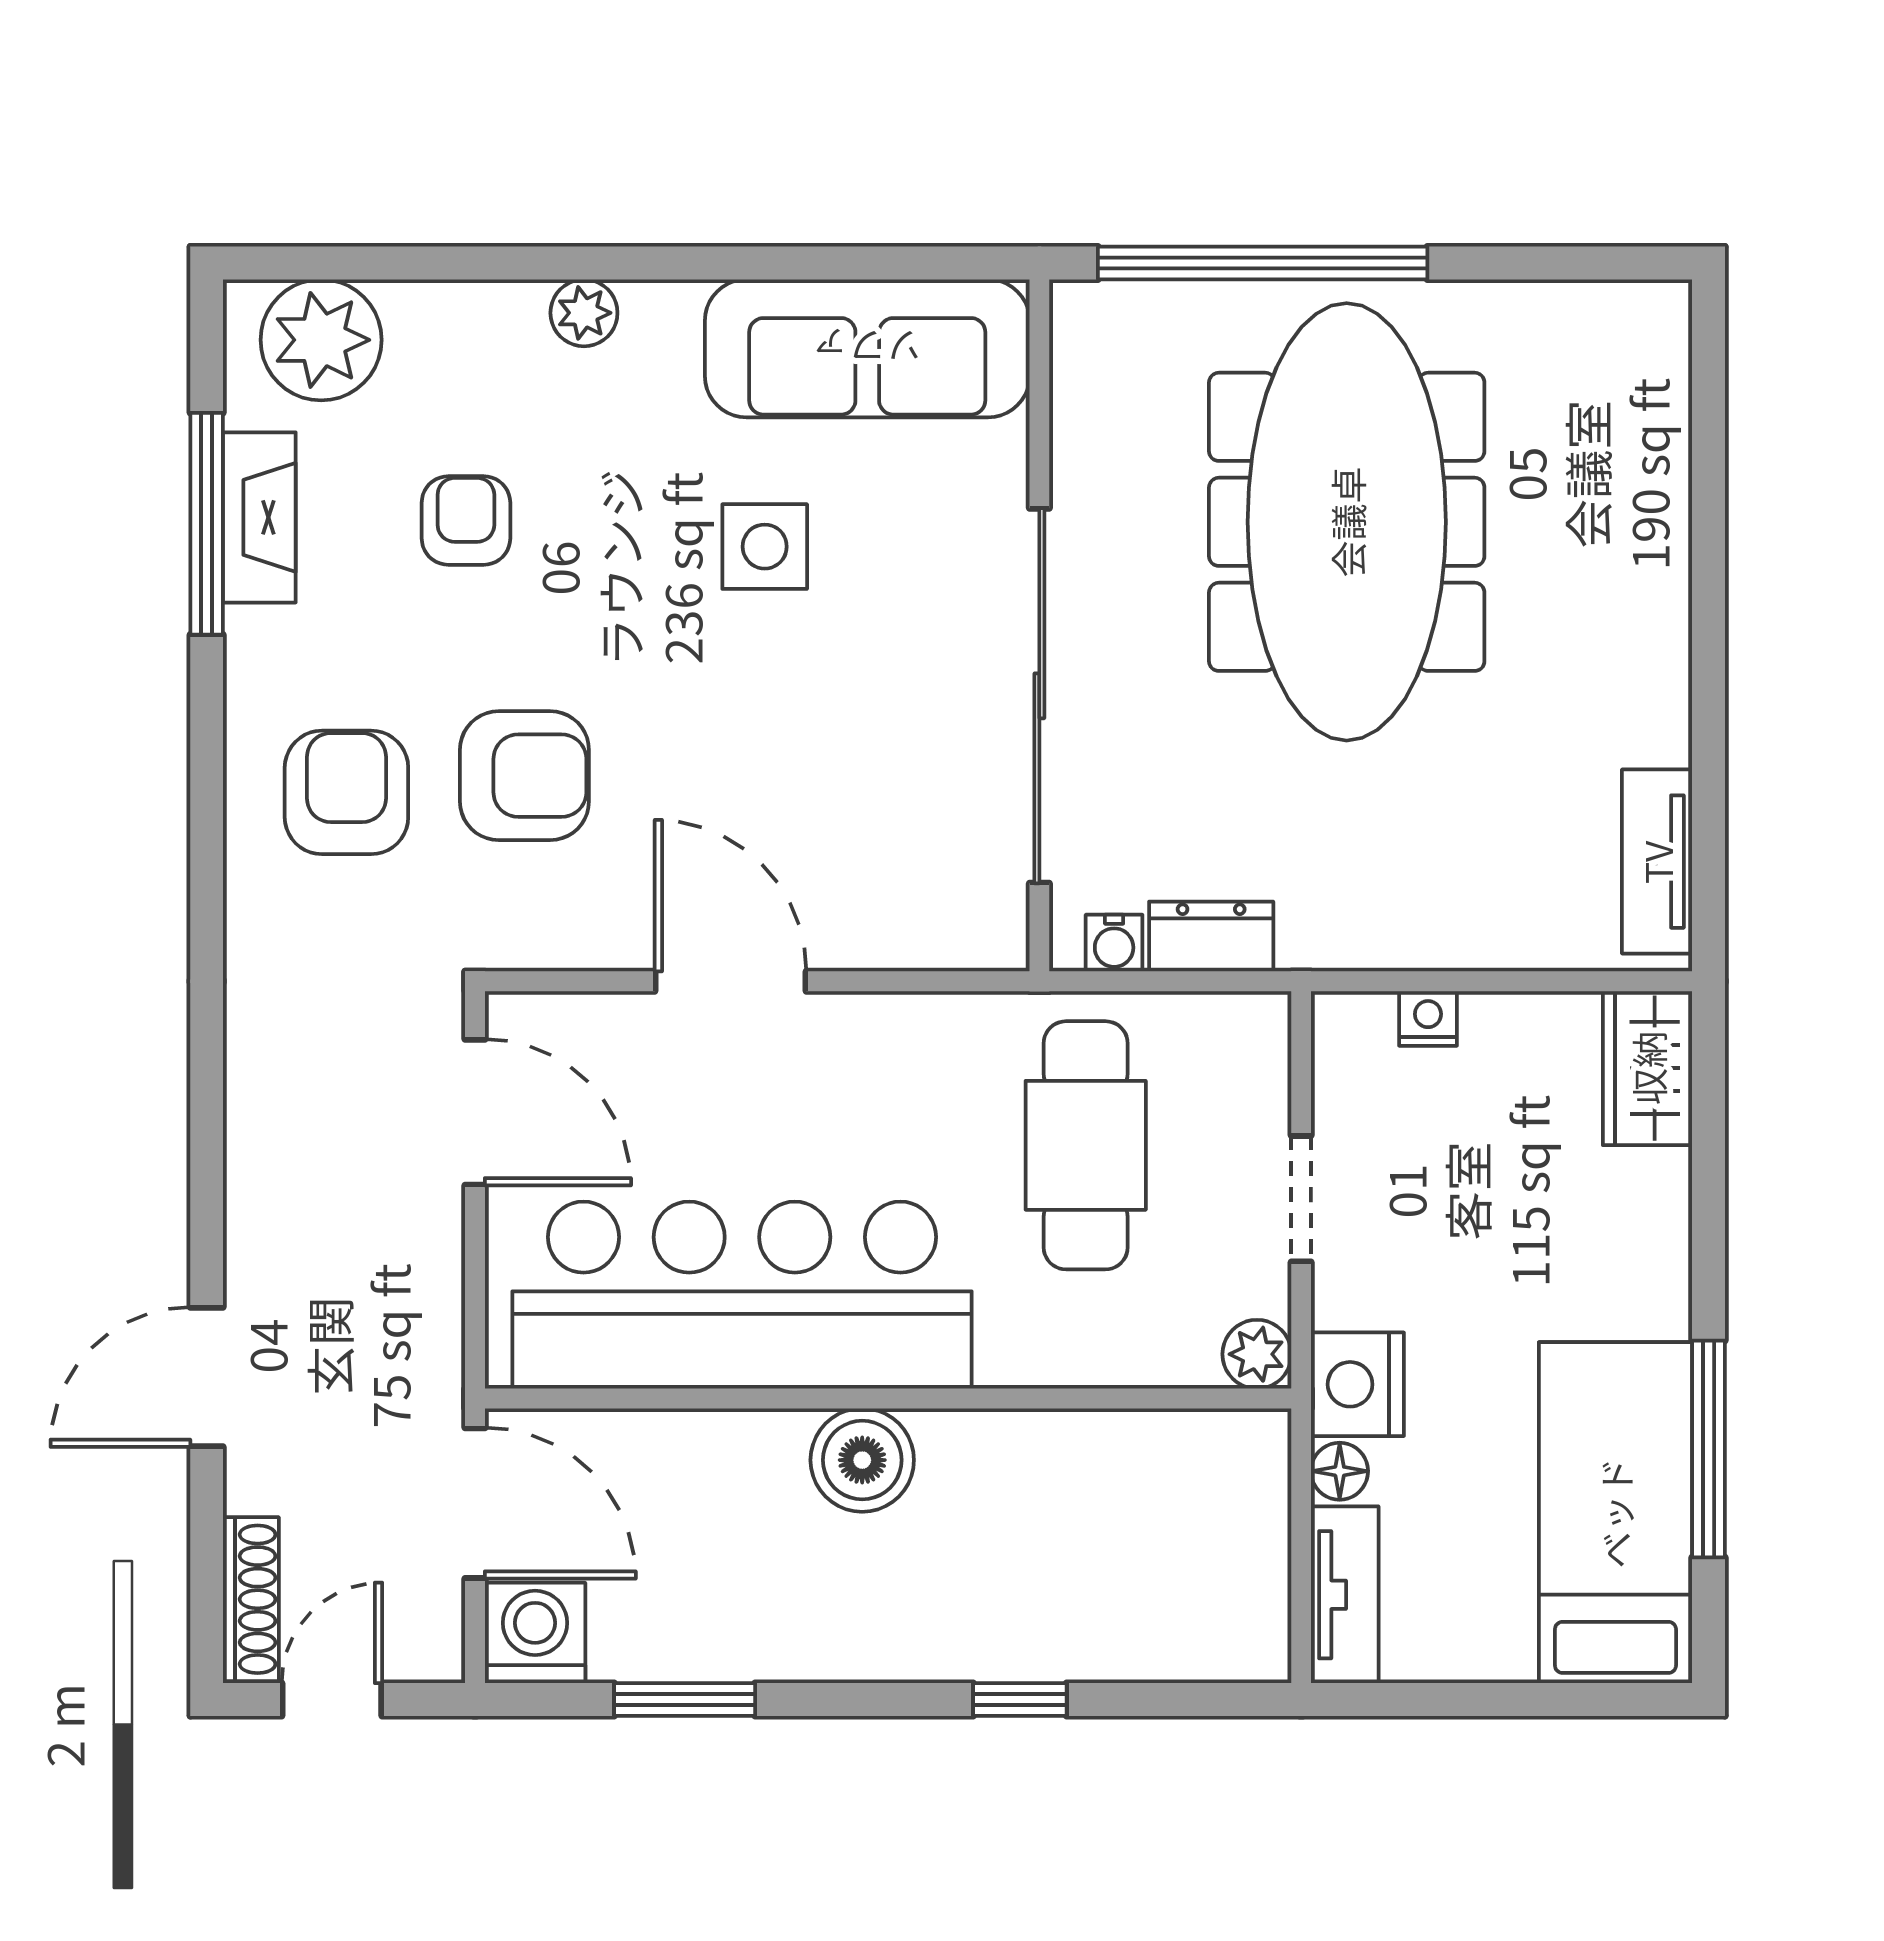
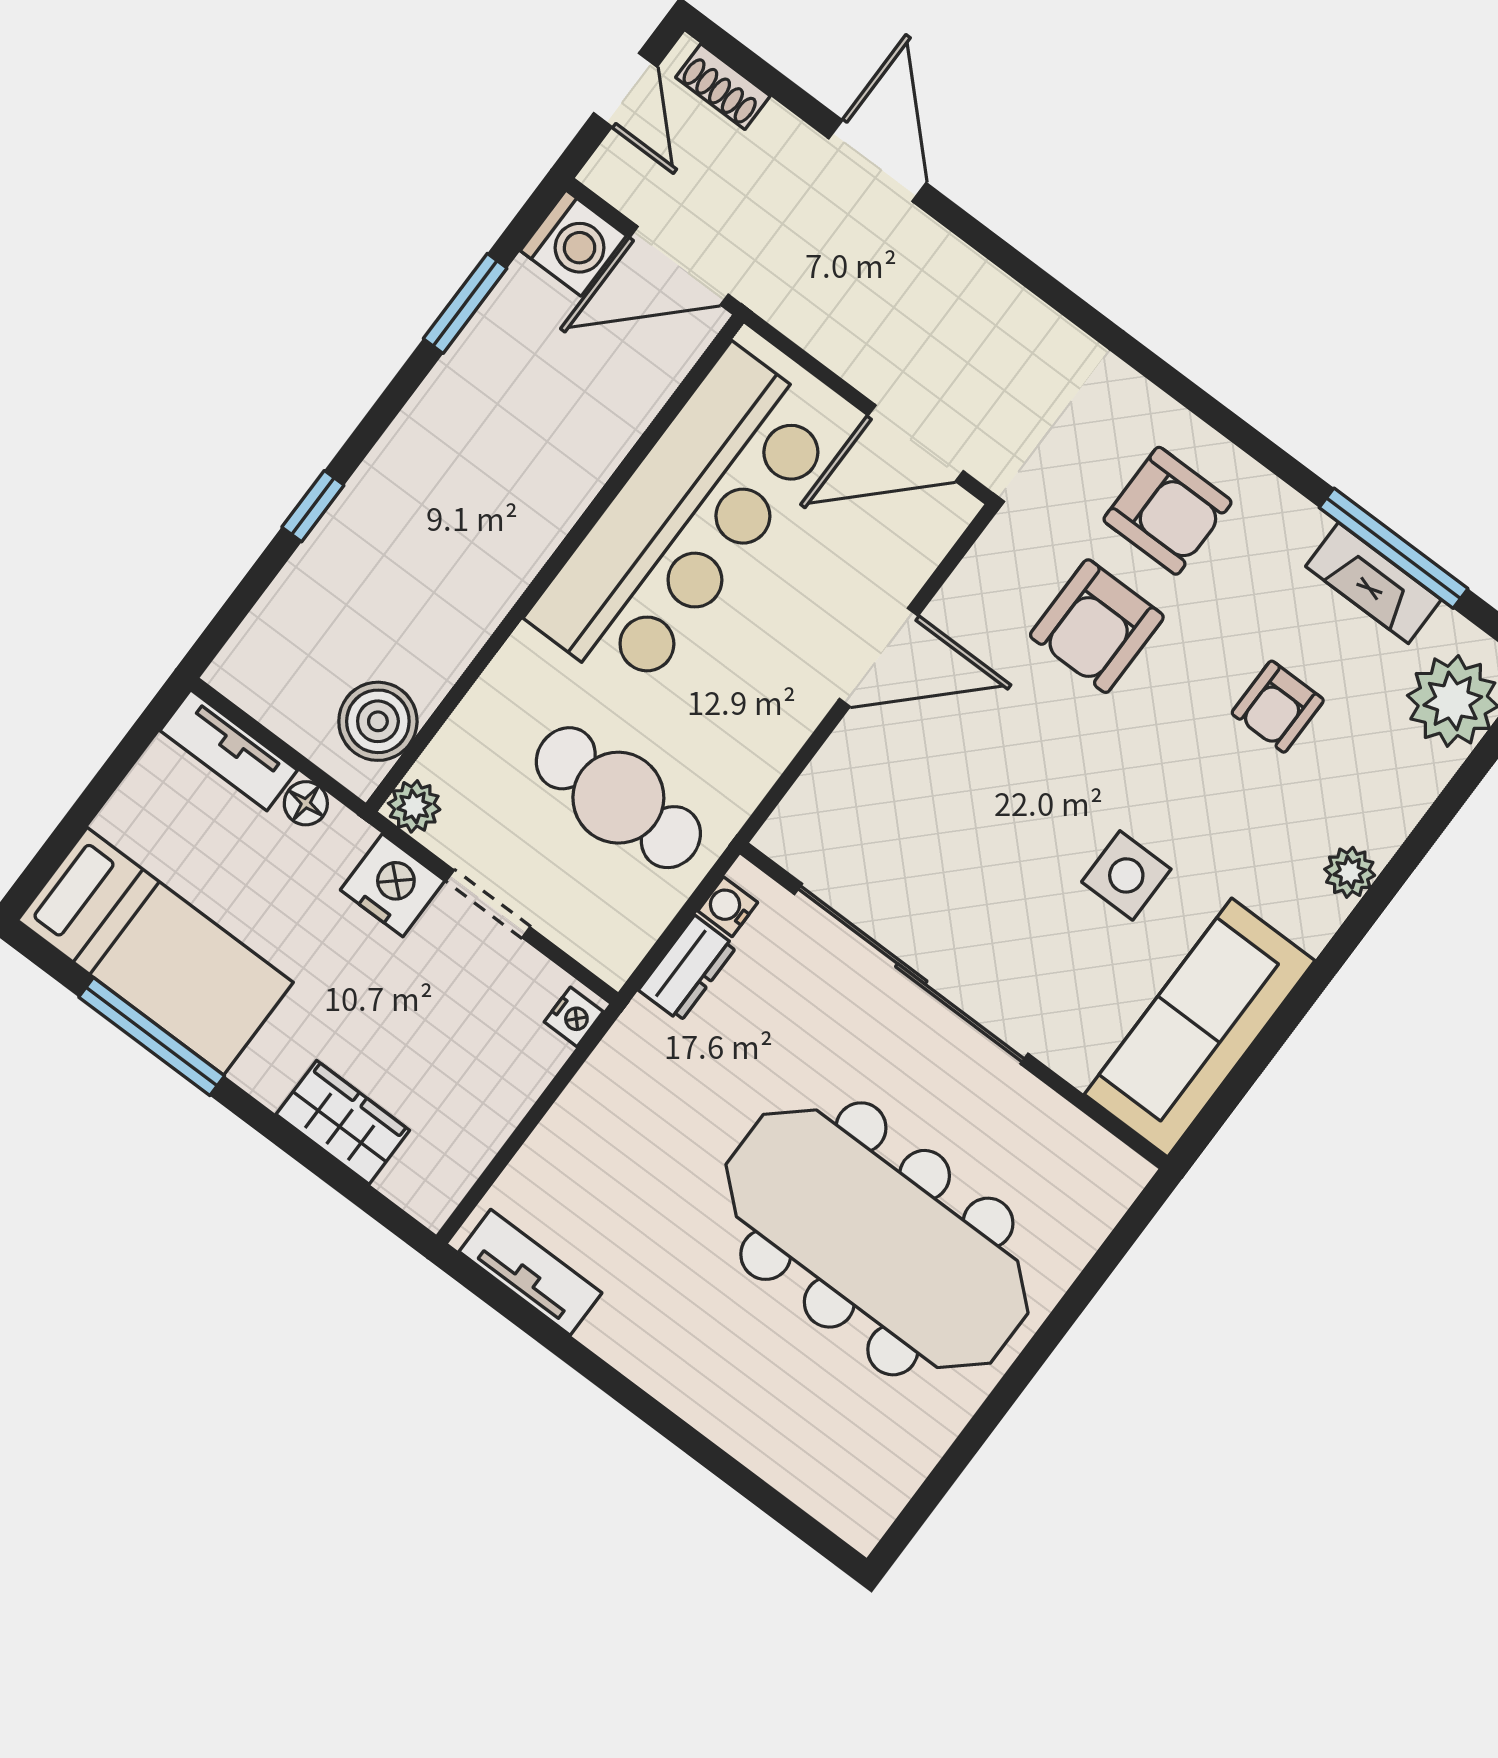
window: (1263, 263) -> (1072, 1306), removed
armchair: (466, 520) -> (1278, 707), turned 90
nightstand: (1428, 1018) -> (574, 1017), moved
wardrobe: (1648, 1068) -> (343, 1122), moved
nightstand: (1357, 1384) -> (393, 885), moved
boiler: (862, 1460) -> (378, 721), moved
shoe rack: (251, 1599) -> (723, 87), width x0.70

